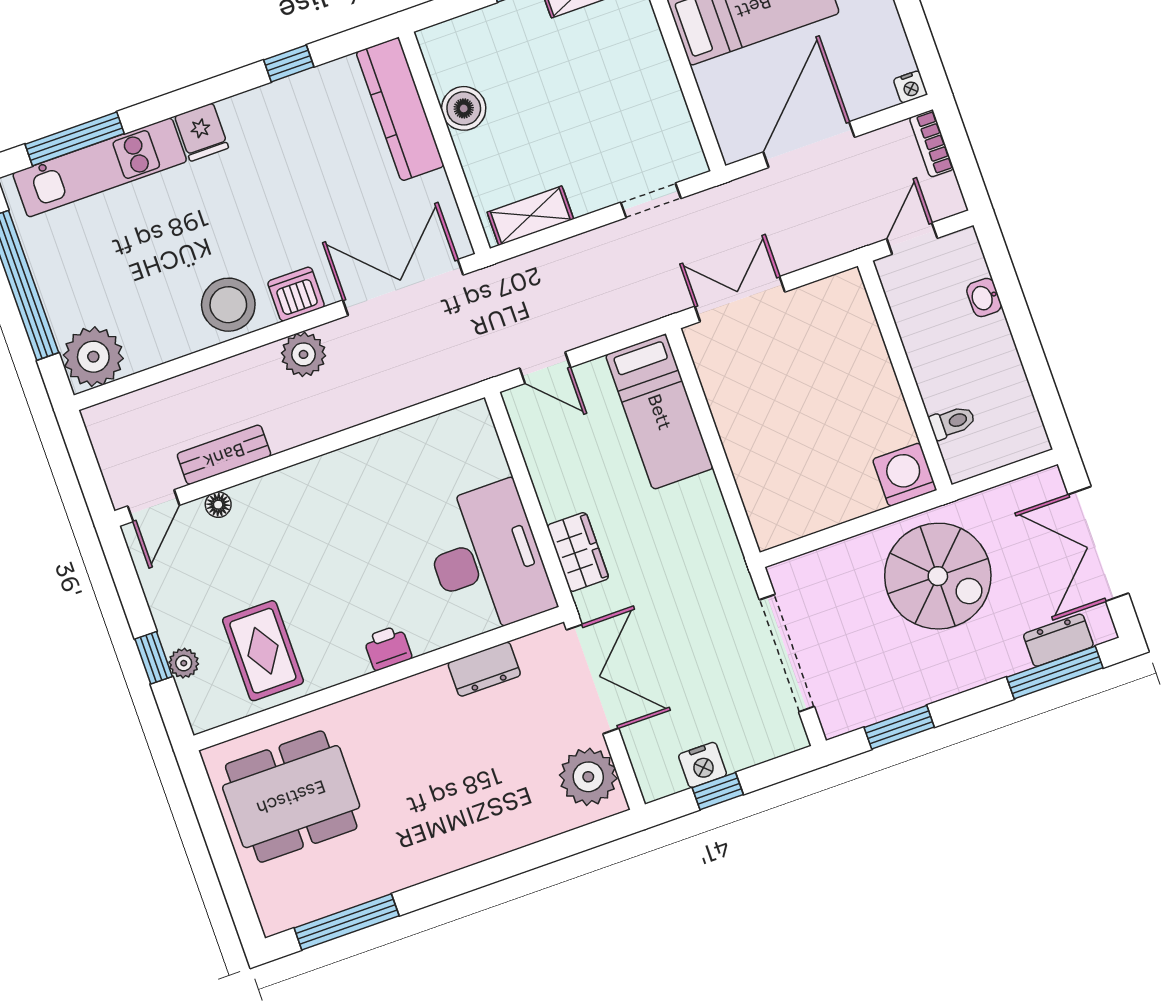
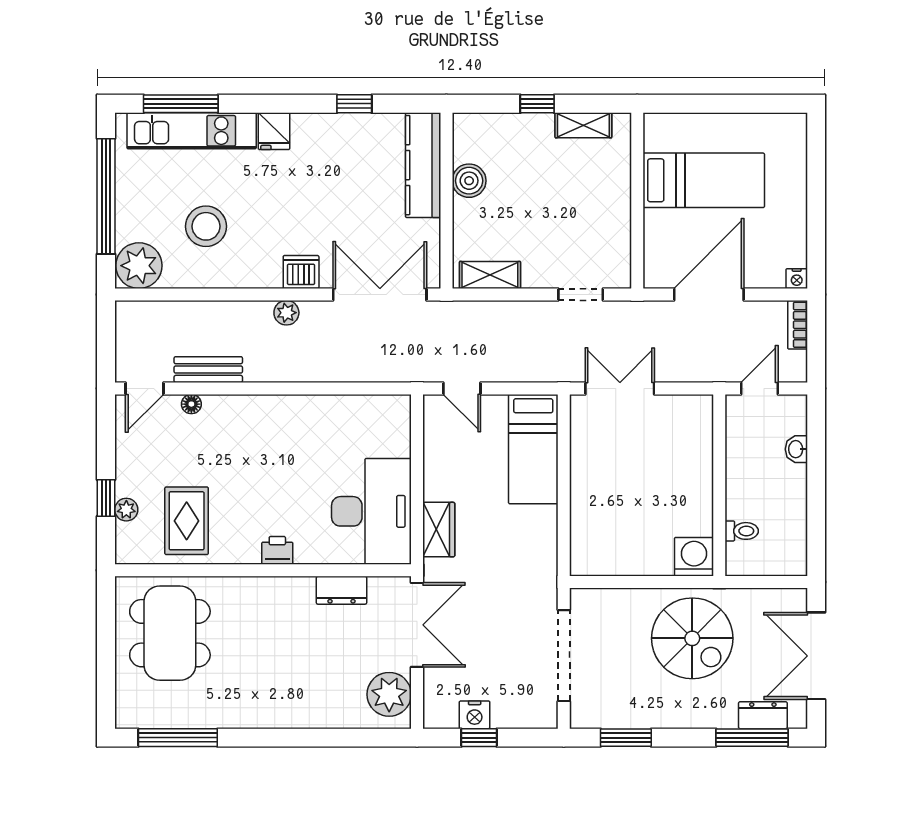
stool: (228, 305) -> (206, 226), moved
plant: (304, 354) -> (286, 313), width x0.73, depth x0.73
dining table: (291, 797) -> (170, 633), turned 90

